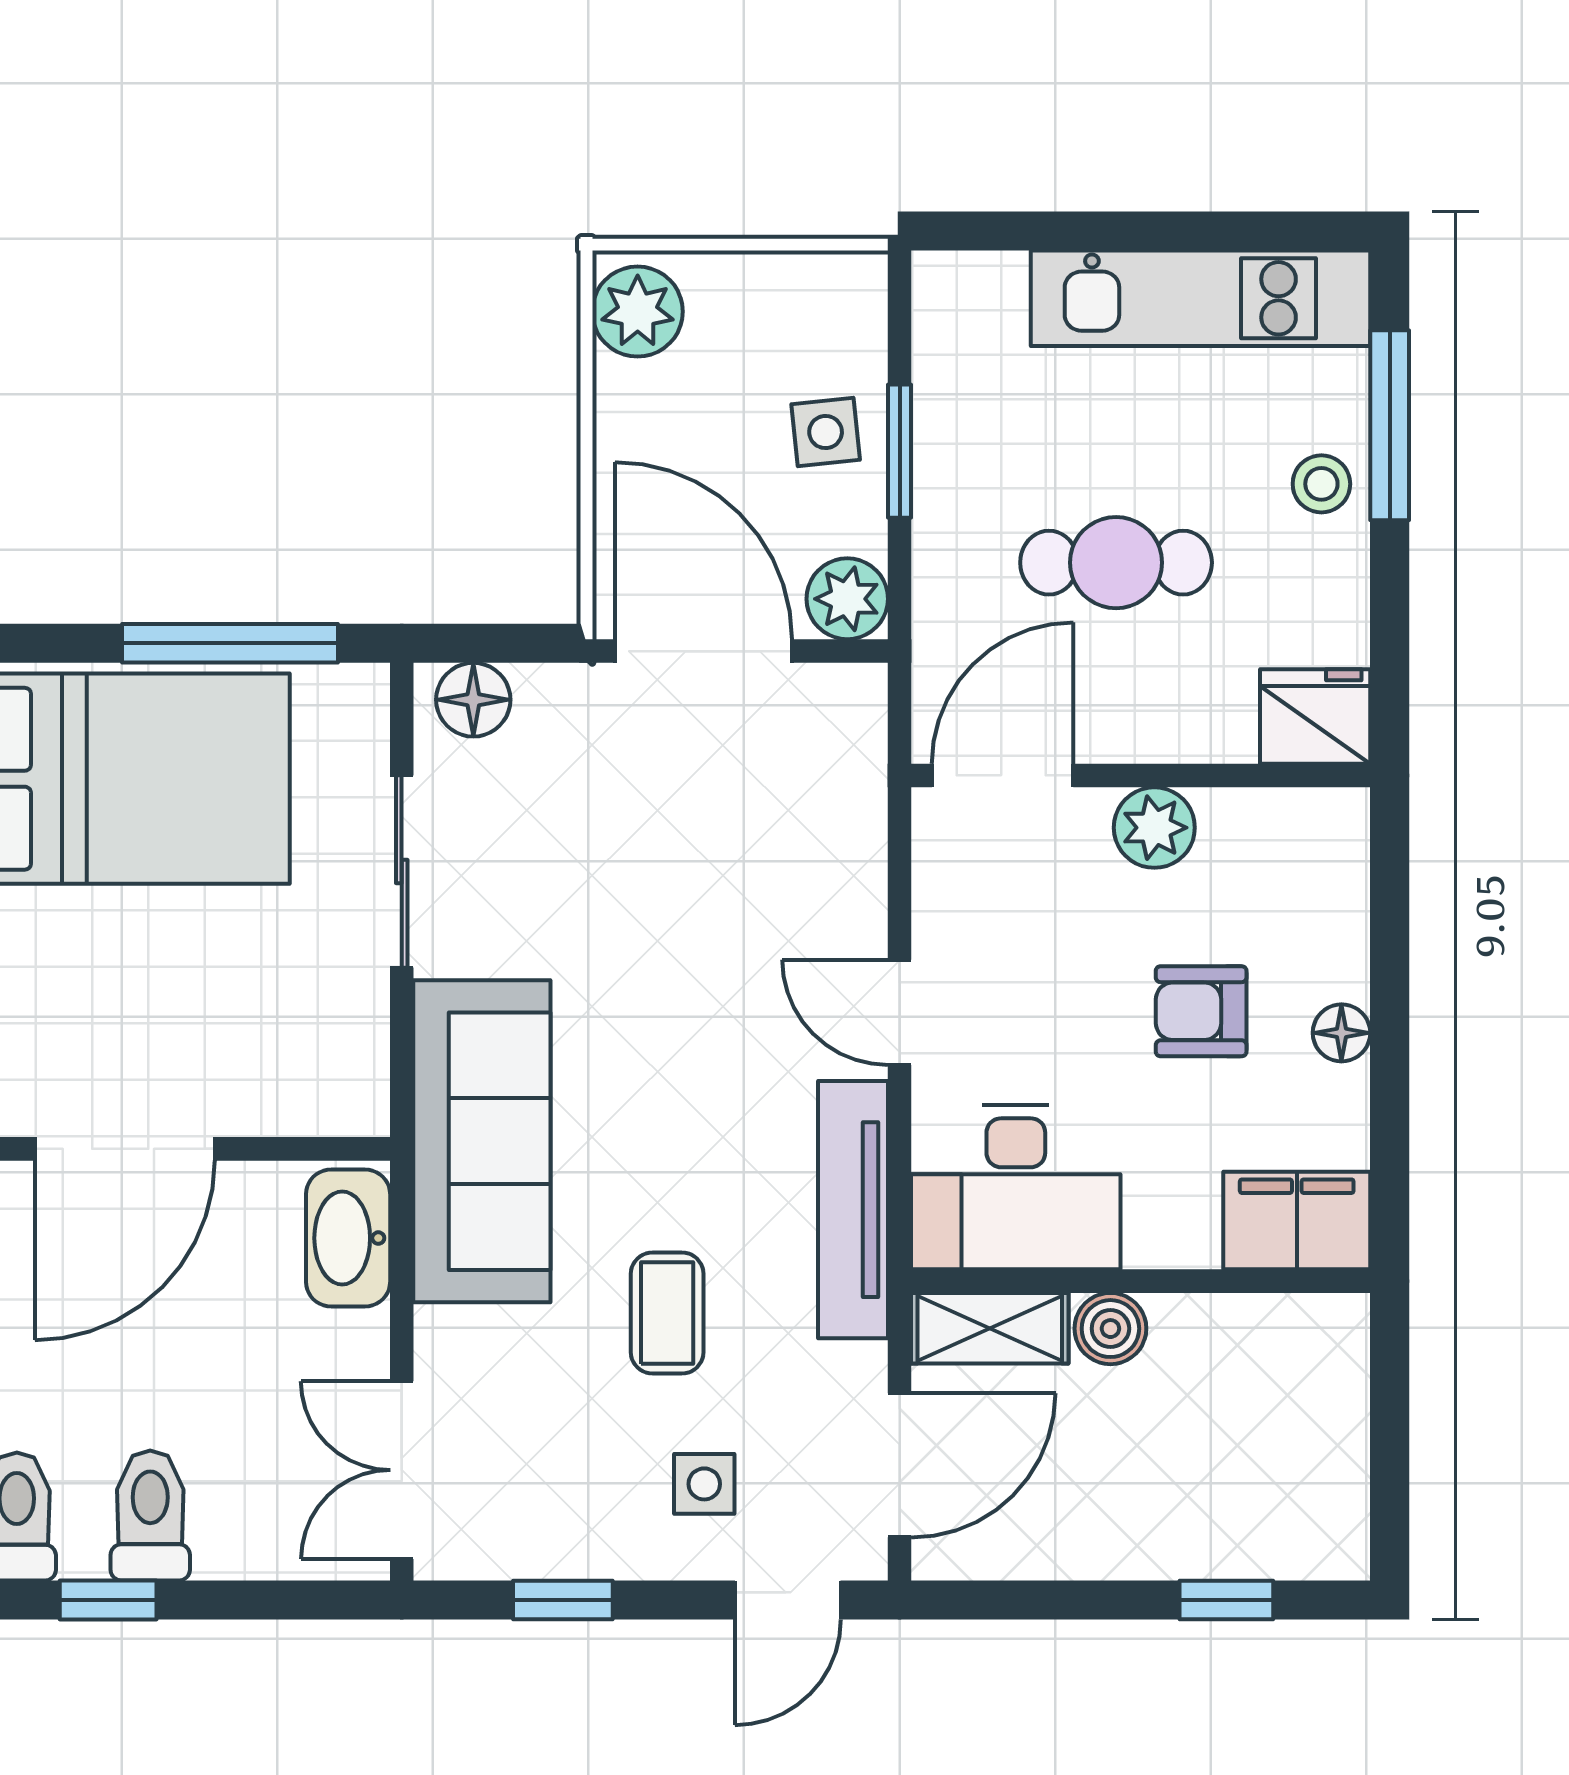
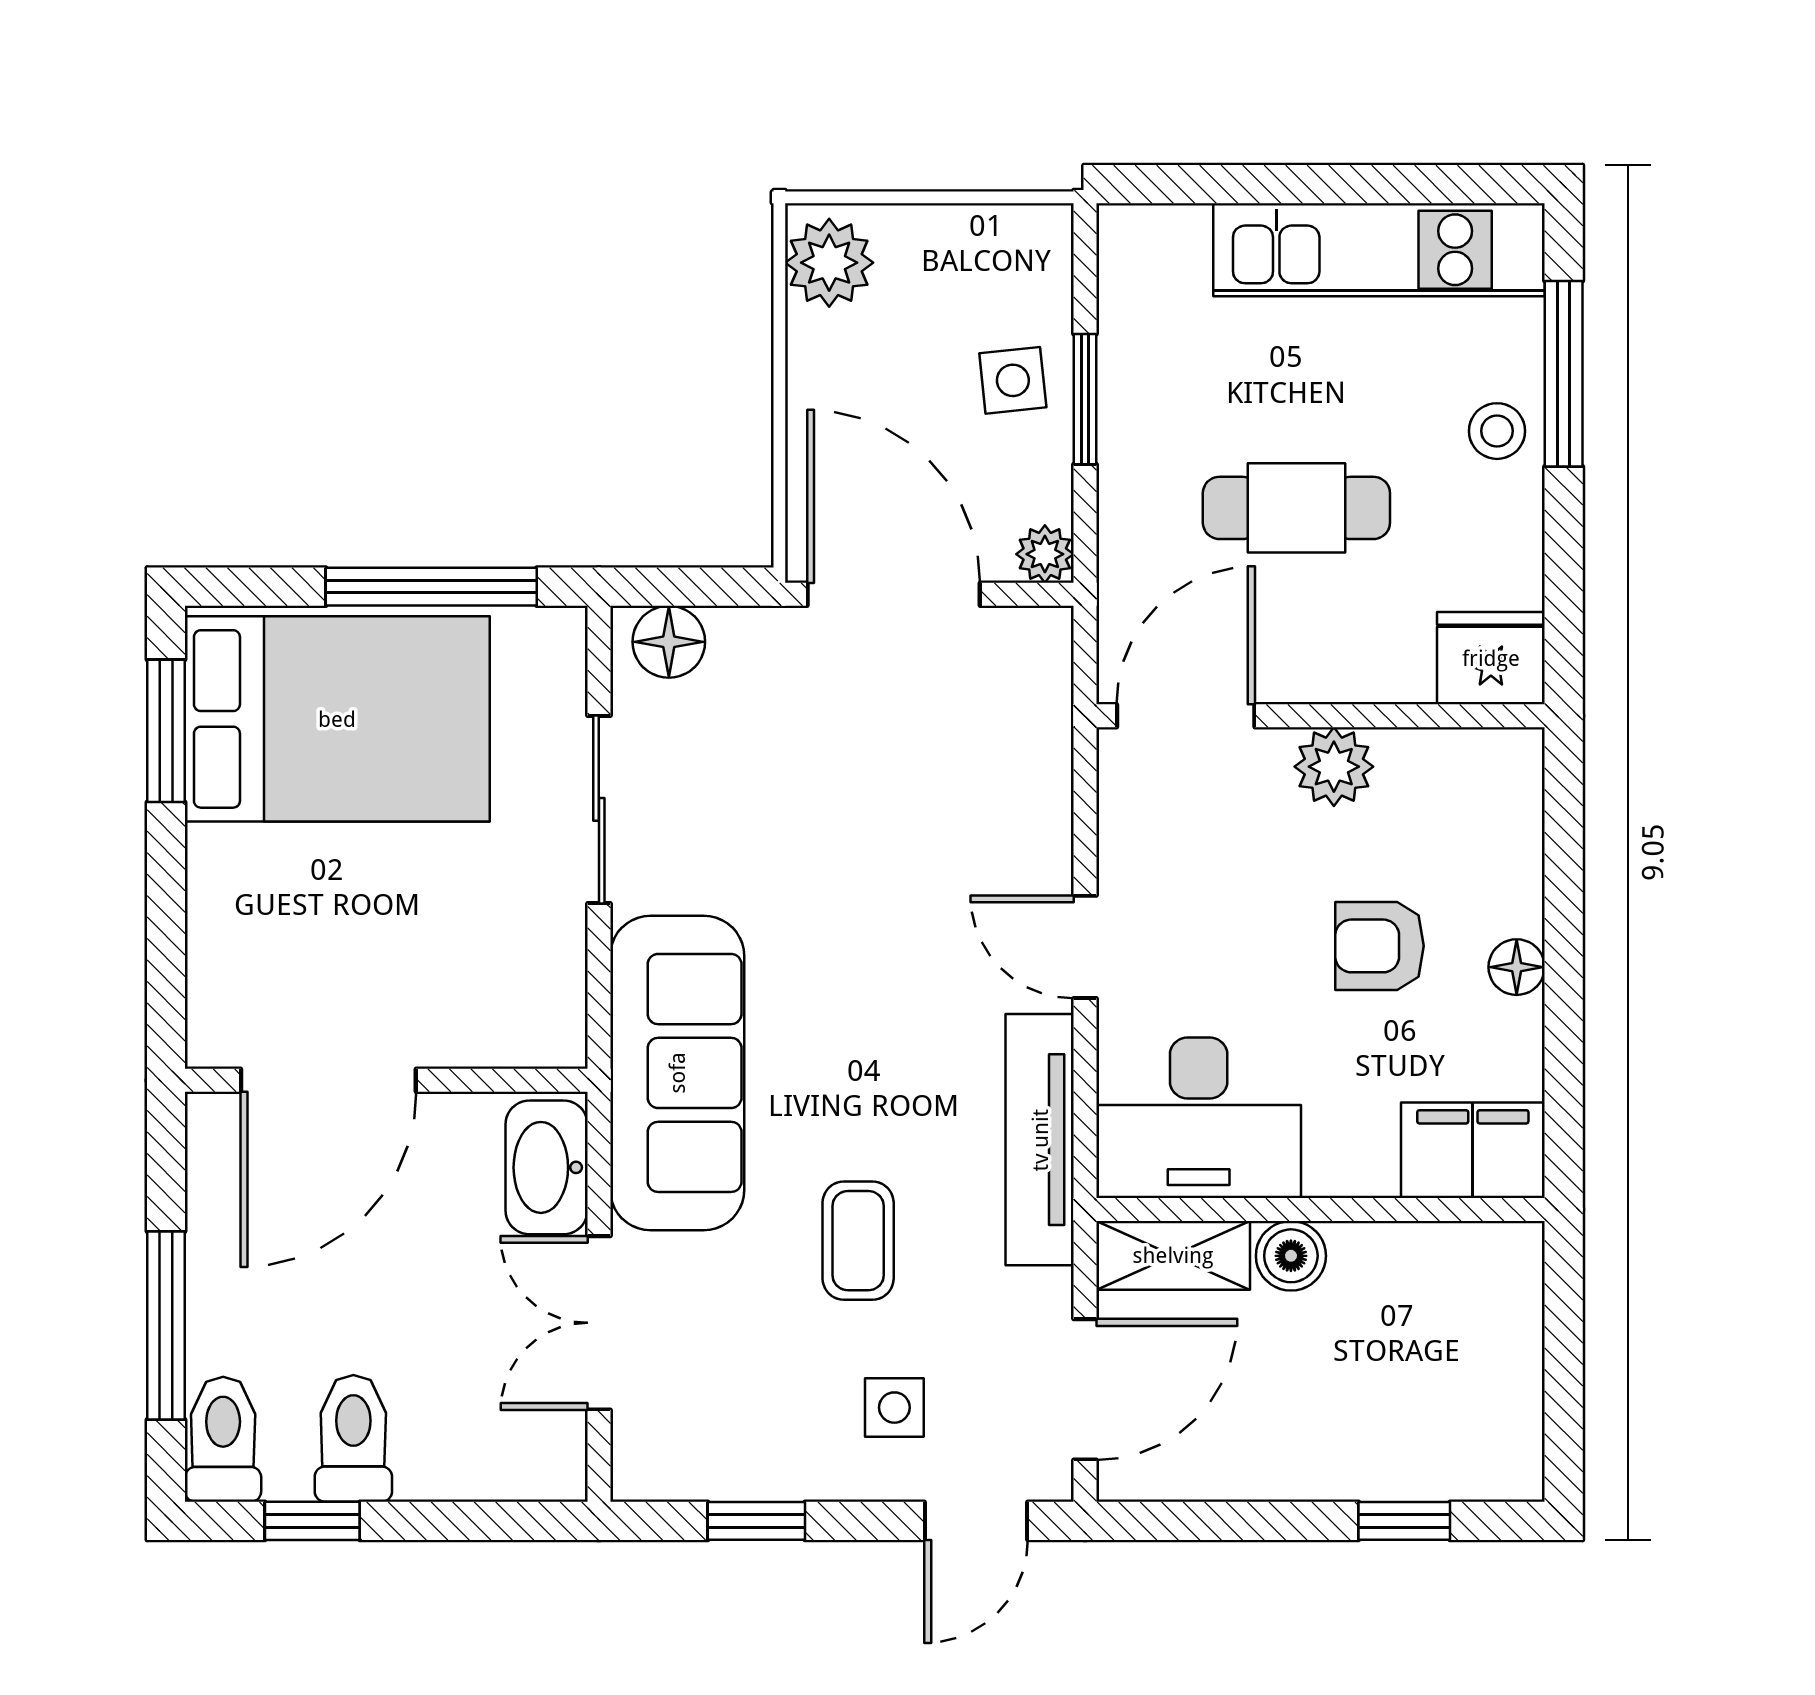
plant: (847, 599) -> (1045, 554), width x0.73, depth x0.73
double door: (402, 1470) -> (599, 1323), moved

